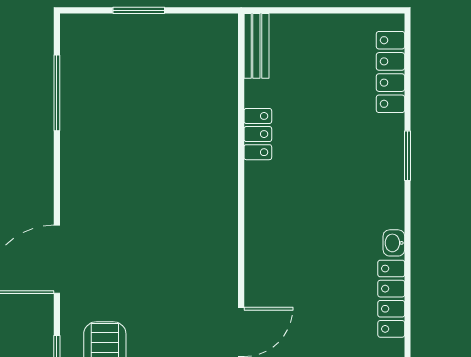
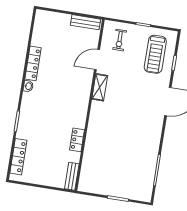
shelving: (224, 267) -> (100, 87), added

